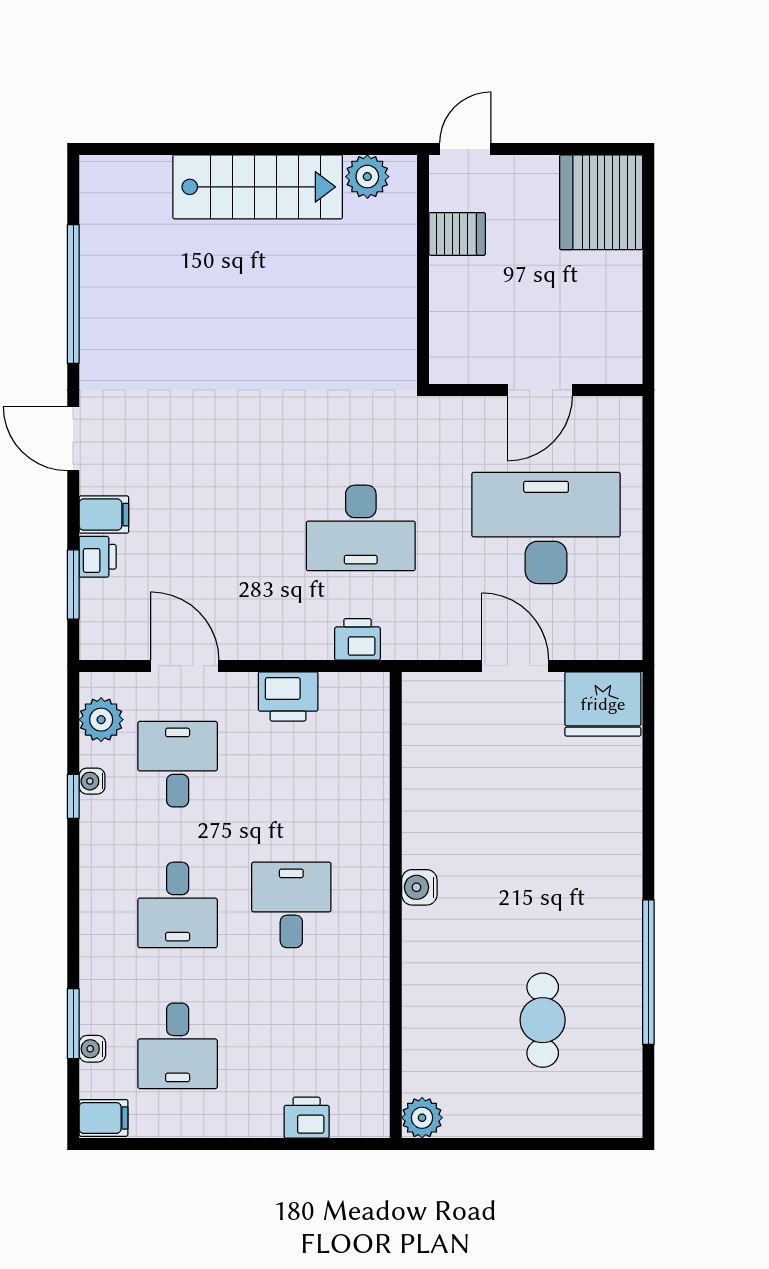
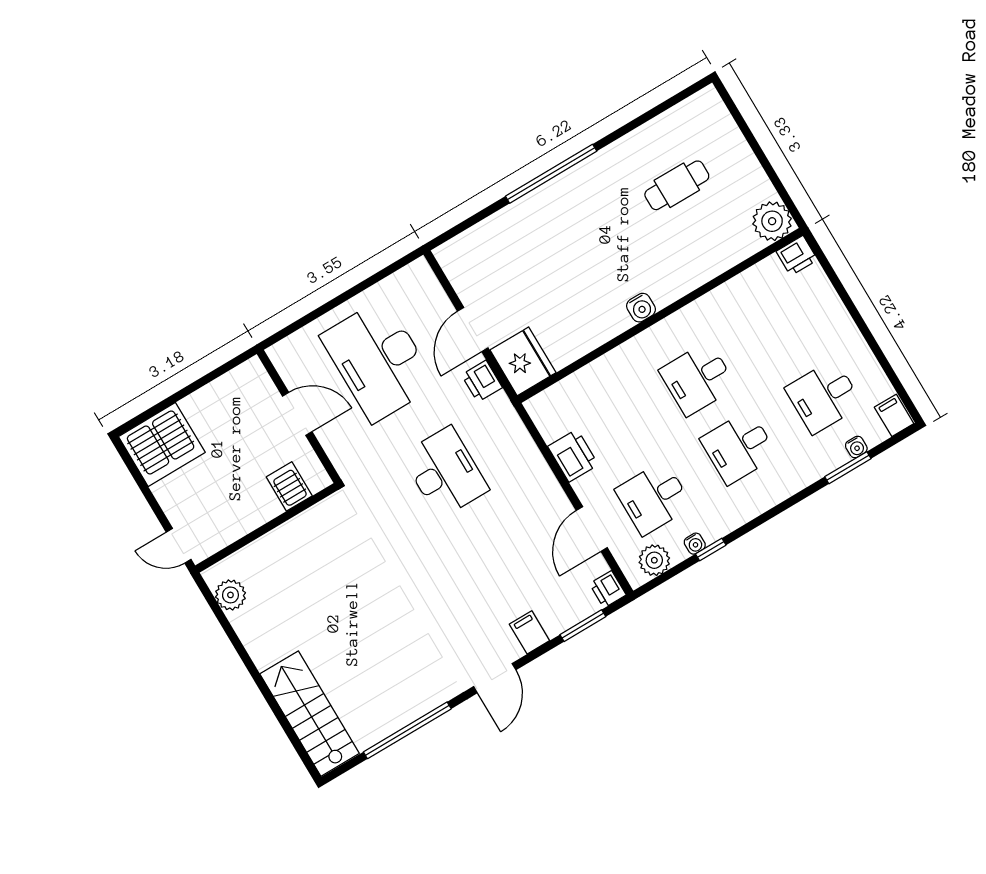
stairs: (258, 187) -> (310, 714), moved
server rack: (457, 234) -> (289, 486), moved
printer: (98, 557) -> (608, 589), moved, turned -90
printer: (358, 639) -> (482, 381), moved
fridge: (603, 704) -> (523, 361), moved
desk: (178, 905) -> (739, 447), turned 180
window: (648, 972) -> (551, 174), moved
desk: (178, 1046) -> (824, 397), turned 180
printer: (307, 1118) -> (797, 256), moved, turned -90
plant: (422, 1118) -> (772, 221), width x1.36, depth x1.36

